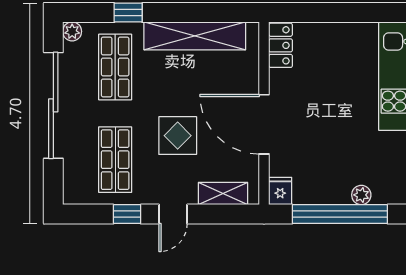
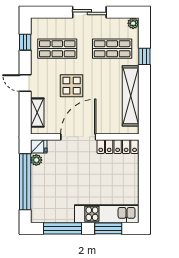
locker: (281, 45) -> (118, 147), width x1.53
sliding door: (53, 105) -> (89, 12), width x0.54
plant: (361, 195) -> (36, 160), moved
window: (127, 214) -> (25, 42), moved

